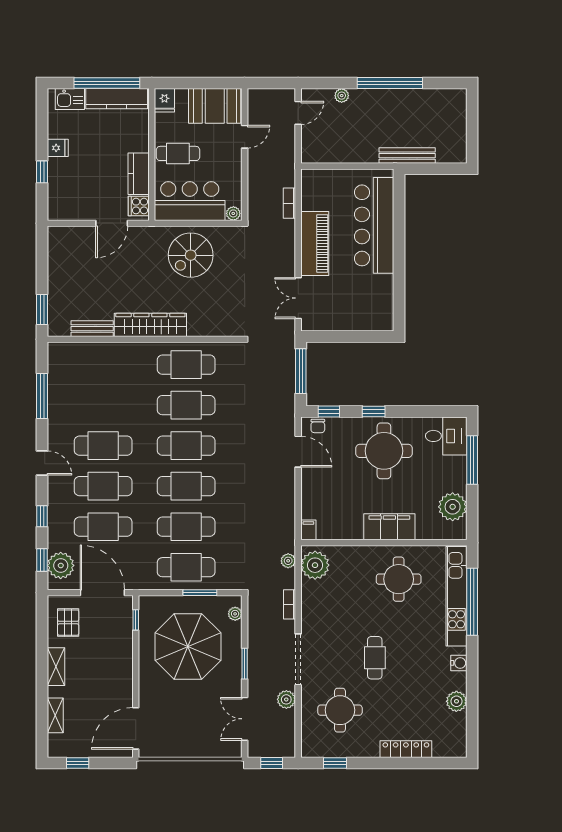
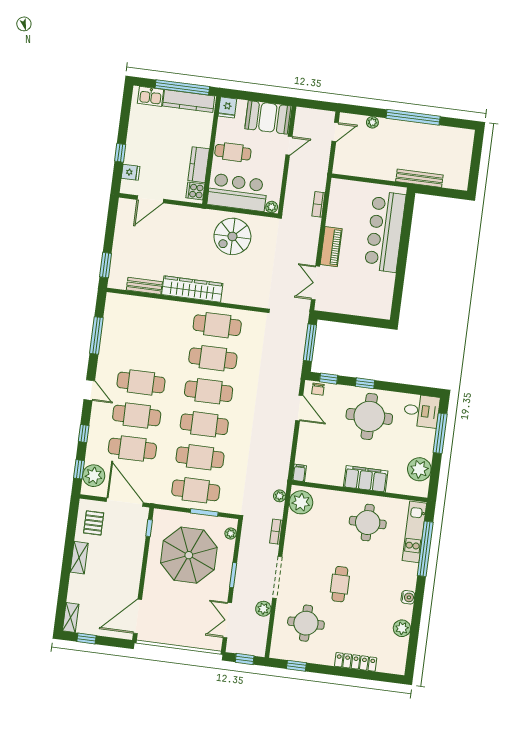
fridge: (58, 148) -> (131, 172), moved
door: (112, 223) -> (150, 199), moved
piano: (315, 243) -> (331, 247), width x0.73, depth x0.75
kitchen unit: (456, 596) -> (414, 532), width x0.73
shelving: (55, 715) -> (71, 618), moved

